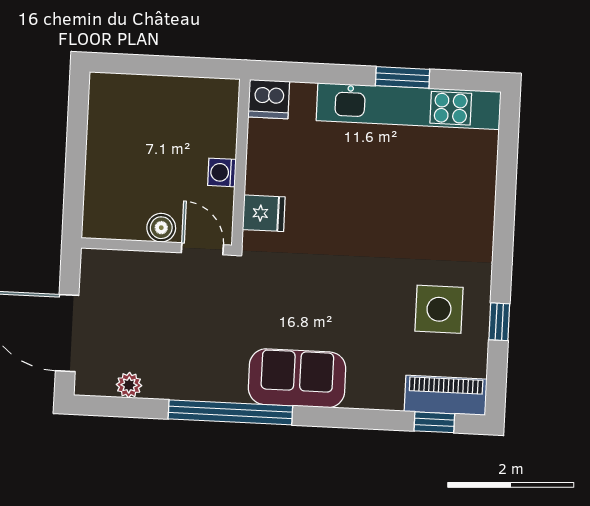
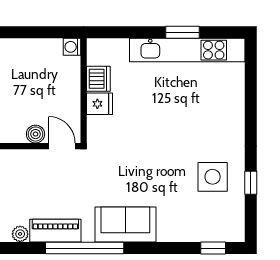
dishwasher: (269, 99) -> (98, 79), moved, turned -90
washing machine: (222, 172) -> (72, 47), moved
fridge: (264, 213) -> (99, 104), moved
piano: (446, 395) -> (55, 231), moved

